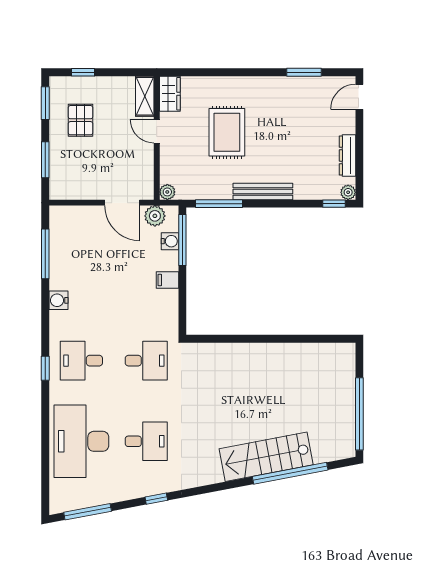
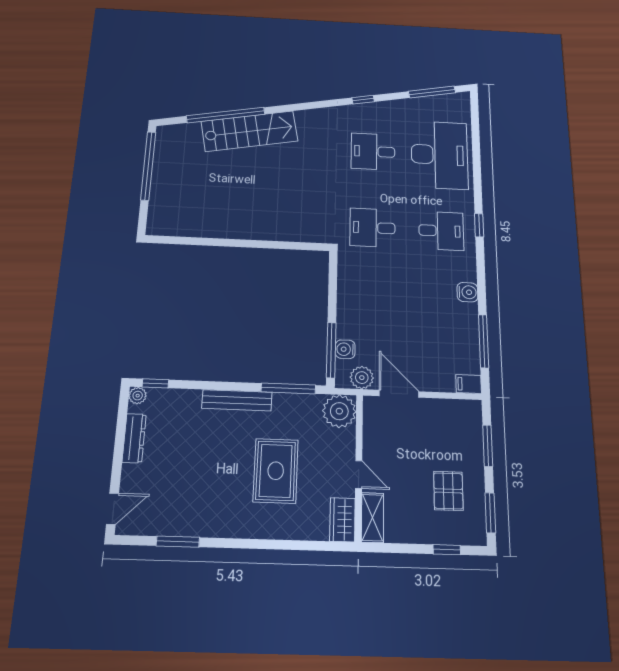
plant: (167, 192) -> (339, 411), width x1.88, depth x1.88
filing cabinet: (168, 280) -> (469, 384), moved, turned 180

